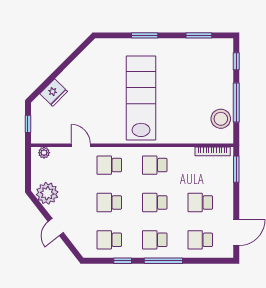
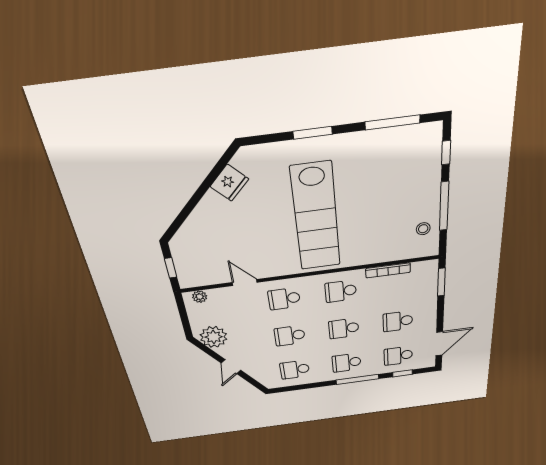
window: (199, 35) -> (393, 122), width x1.44
fridge: (54, 93) -> (229, 183), moved
lab bench: (141, 98) -> (316, 217), turned 180
stool: (221, 119) -> (423, 229), width x0.53, depth x0.53
bookcase: (213, 151) -> (388, 270), moved
window: (123, 261) -> (403, 373), moved

